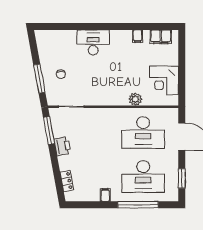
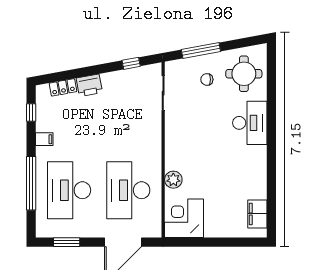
filing cabinet: (138, 36) -> (258, 183), removed
round table: (57, 47) -> (244, 74), added
corner desk: (164, 80) -> (184, 218), moved
window: (49, 130) -> (131, 63), width x0.46
printer: (62, 146) -> (89, 85), moved
window: (85, 205) -> (31, 112), added

